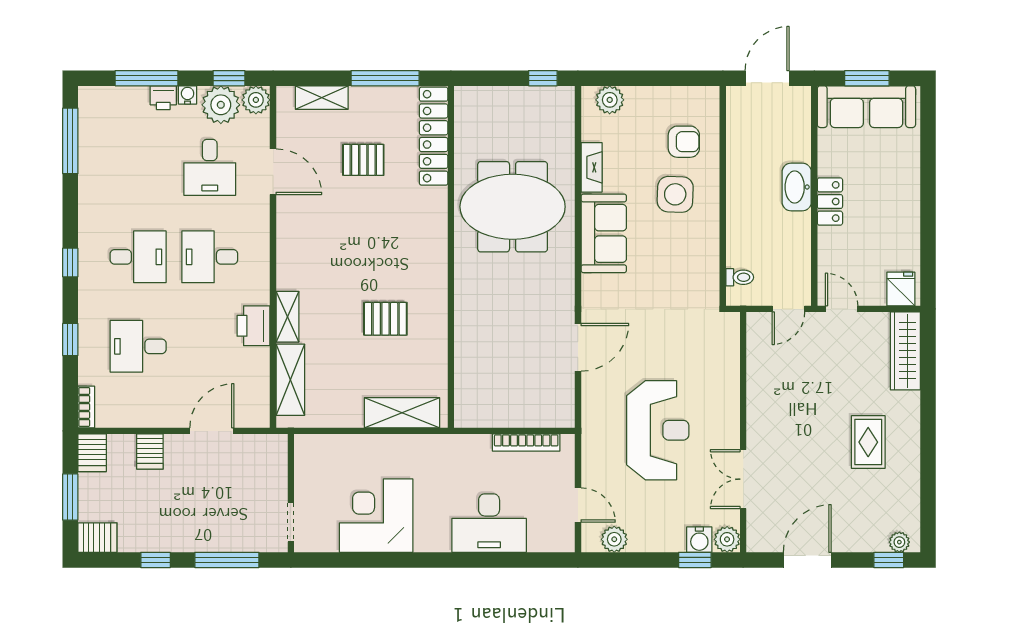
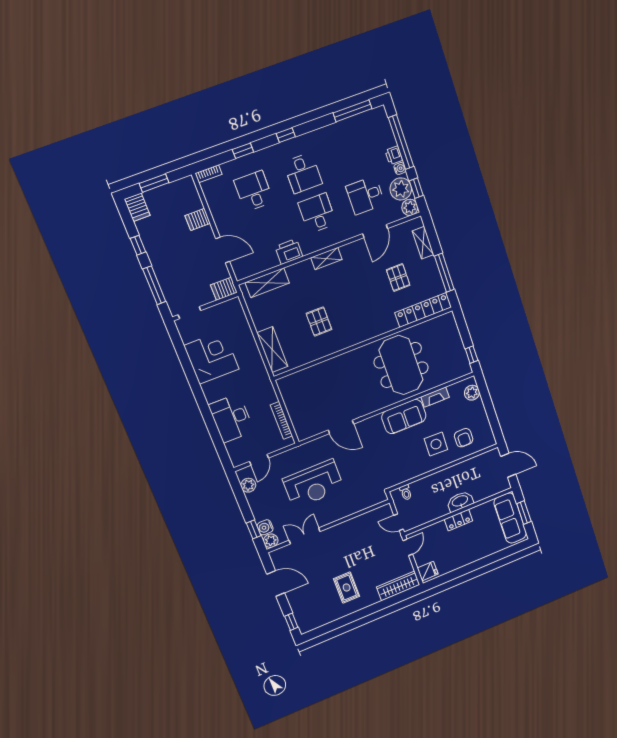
window: (147, 78) -> (401, 142), width x1.46
shelving: (287, 317) -> (326, 259), moved
rug: (868, 442) -> (347, 588), turned 90
server rack: (92, 453) -> (224, 289), moved
plant: (899, 542) -> (302, 623), removed

